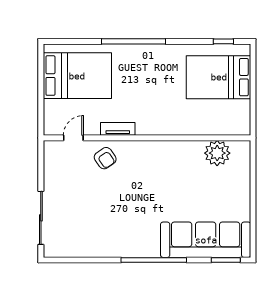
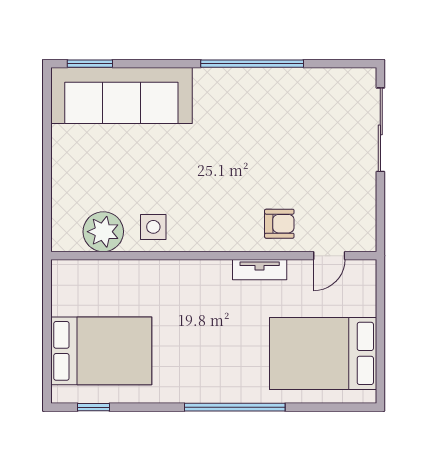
side table: (185, 156) -> (153, 227), added
armchair: (105, 158) -> (279, 224), turned 125
window: (154, 260) -> (252, 64), moved

